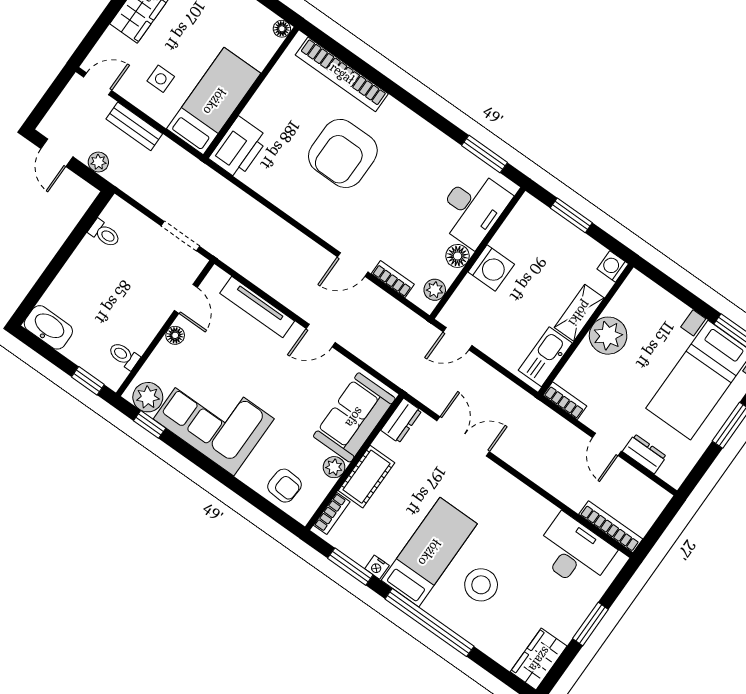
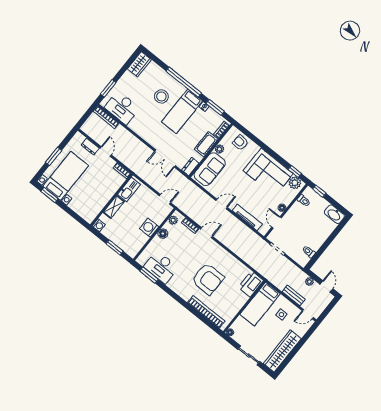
armchair: (343, 153) -> (208, 279), turned 90
desk: (473, 208) -> (161, 267), moved, turned -90
plant: (608, 336) -> (102, 197), removed
window: (590, 624) -> (108, 88), moved

